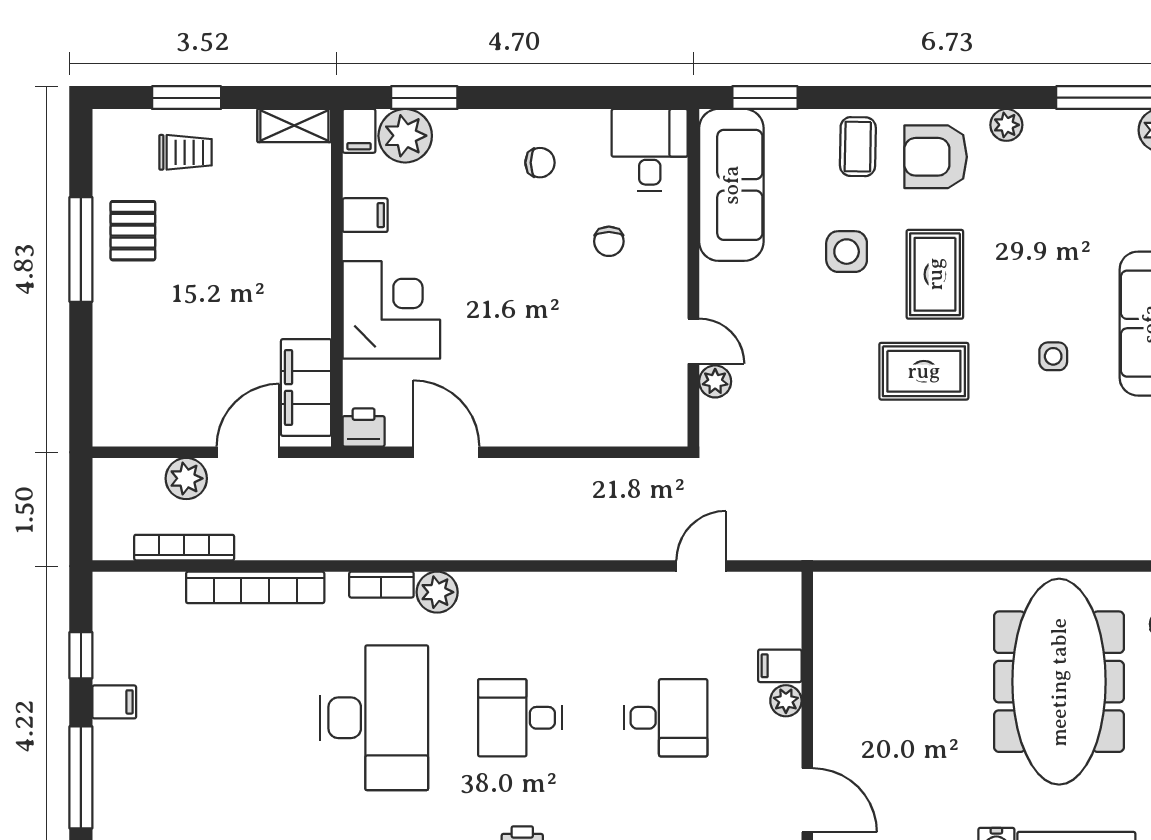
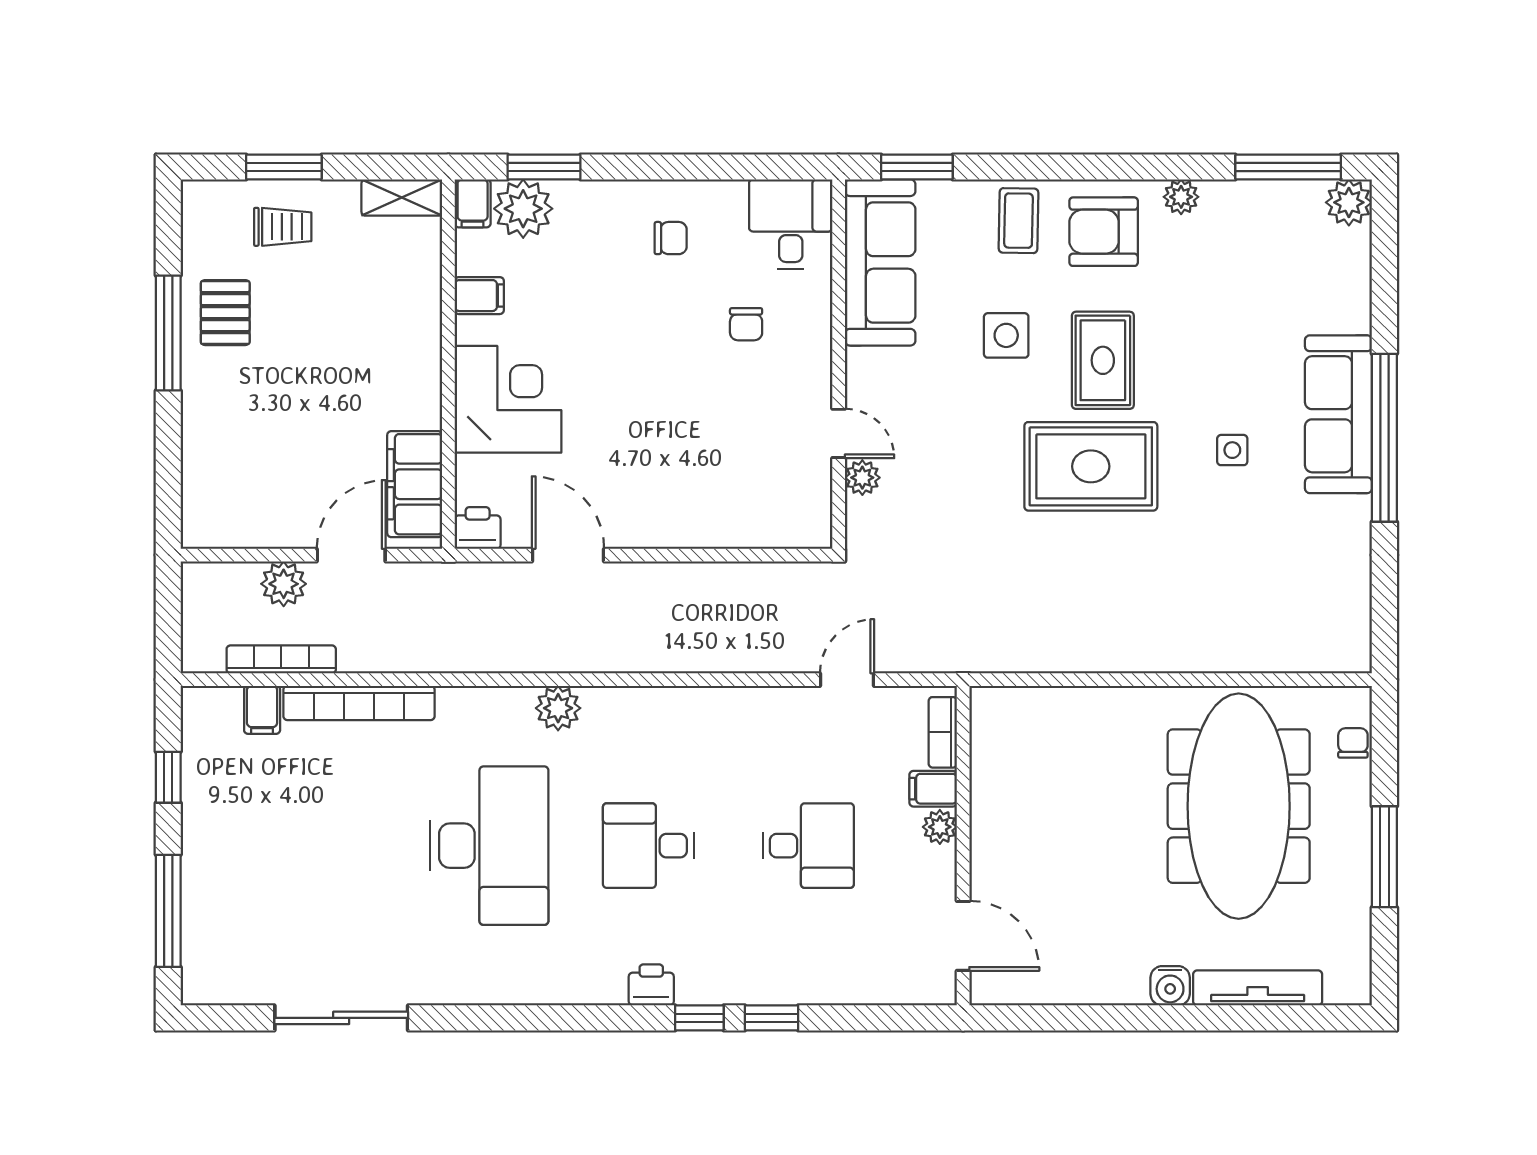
rug: (924, 371) -> (1091, 466), width x1.36, depth x1.43
bookcase: (381, 585) -> (943, 732), moved, turned 90
filing cabinet: (114, 702) -> (262, 710), moved, turned 90

